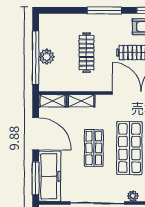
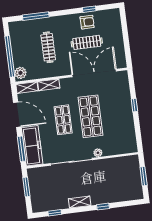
window: (104, 10) -> (36, 16), moved
plant: (47, 57) -> (20, 73), moved

